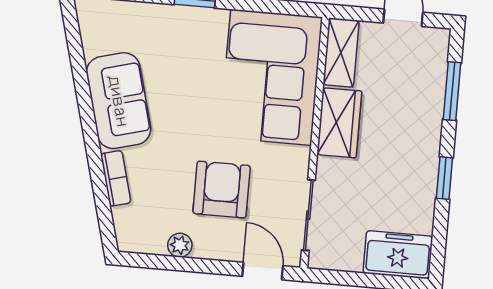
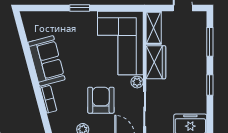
plant: (298, 159) -> (137, 82), added

